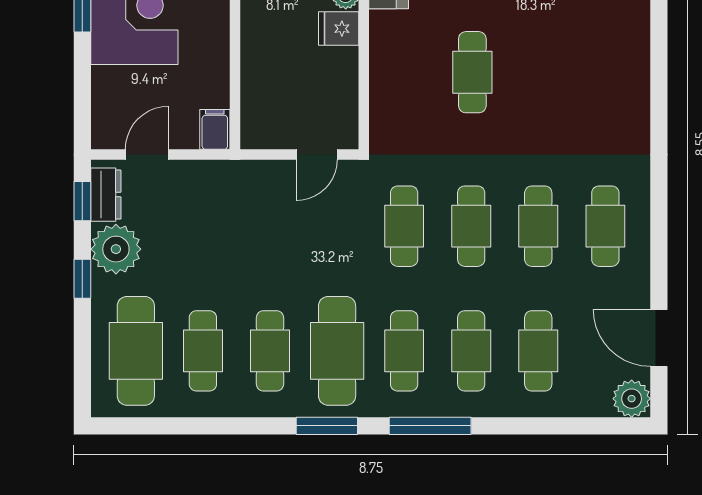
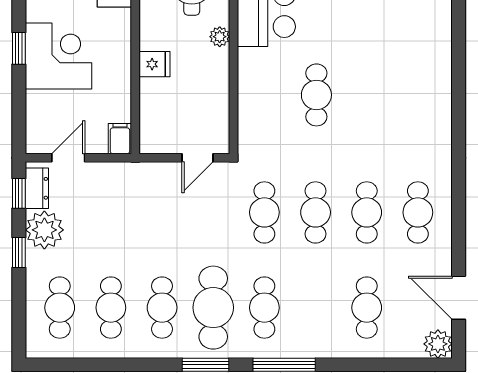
fridge: (339, 29) -> (155, 64), moved, turned 180
cafe table: (136, 351) -> (60, 308), width x0.73, depth x0.74
cafe table: (471, 351) -> (316, 308), removed

